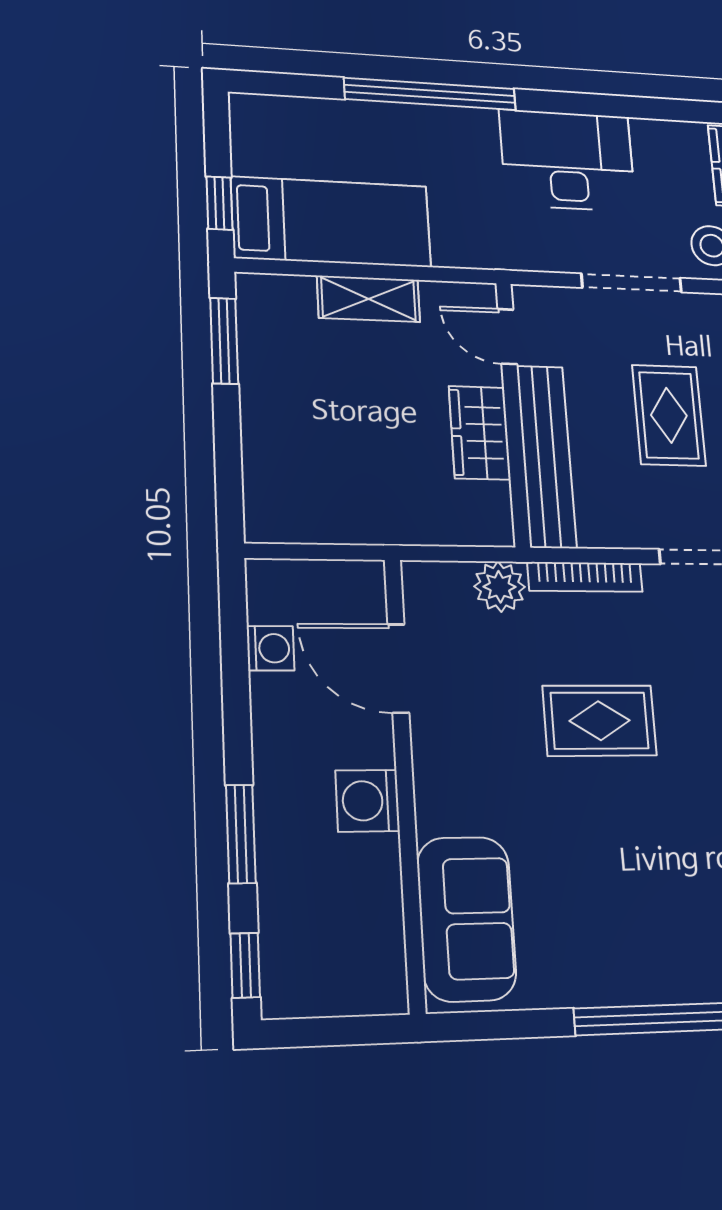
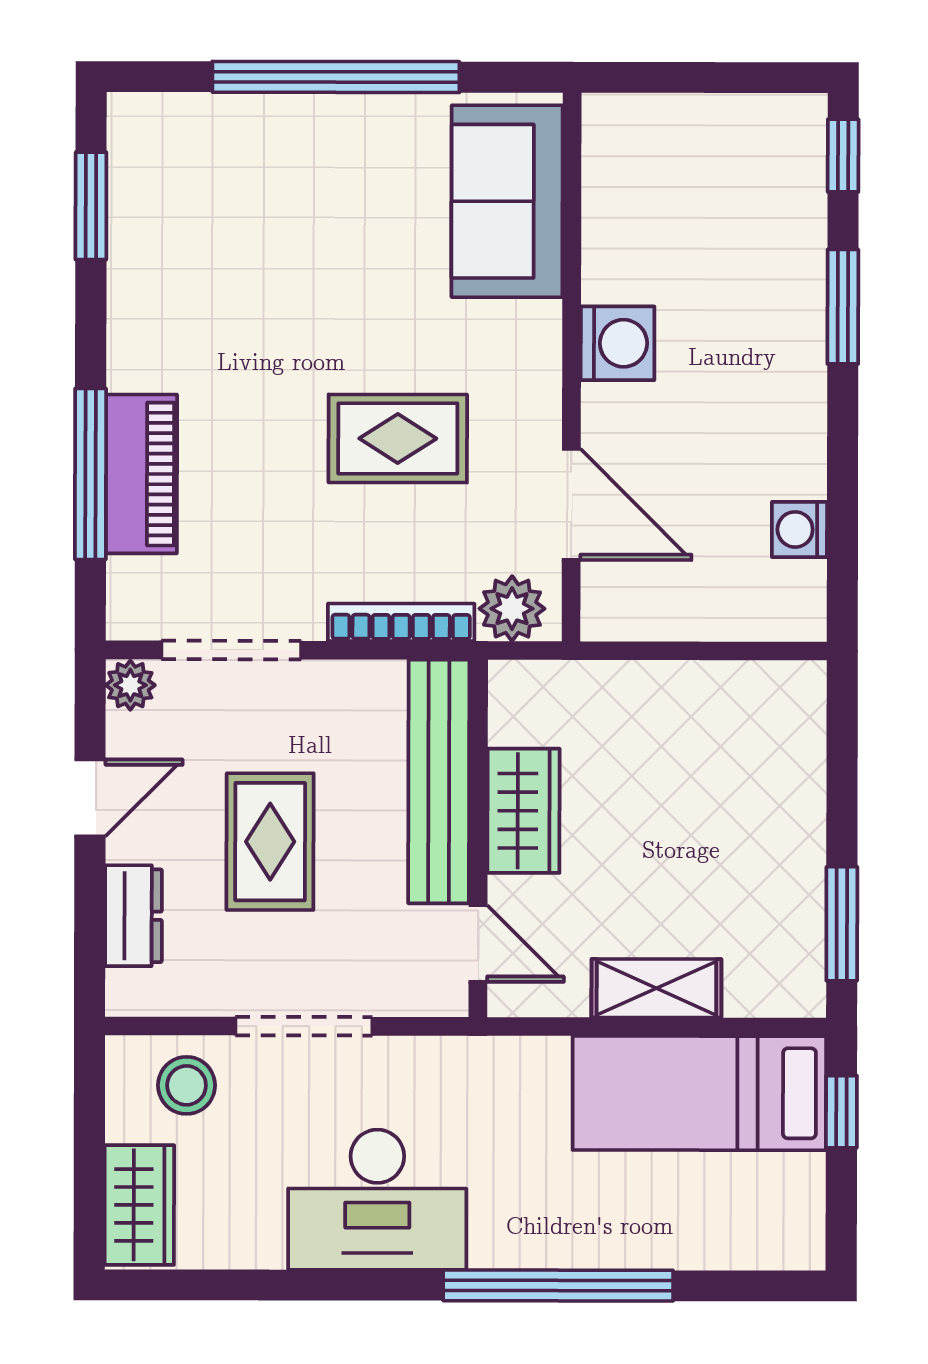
door: (398, 668) -> (571, 504), moved
wall: (405, 780) -> (572, 367), moved
washing machine: (368, 801) -> (618, 343), moved
sofa: (466, 919) -> (507, 201), moved

